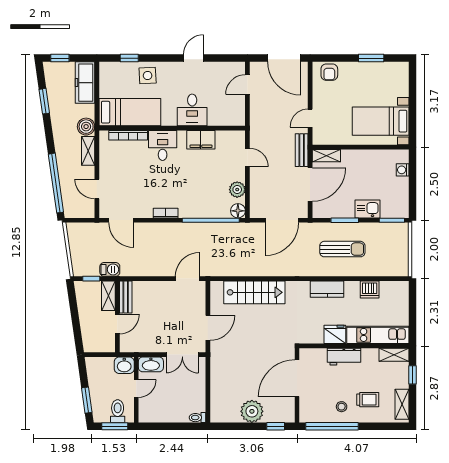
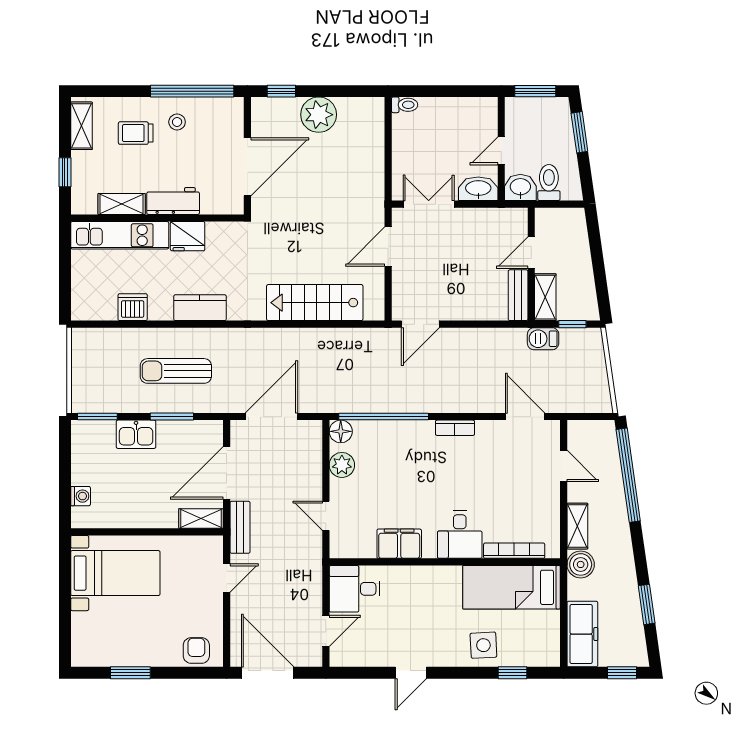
desk: (192, 110) -> (355, 589), moved, turned -90
shelving: (394, 355) -> (122, 204), moved
toilet: (118, 411) -> (549, 183), moved, turned 180

